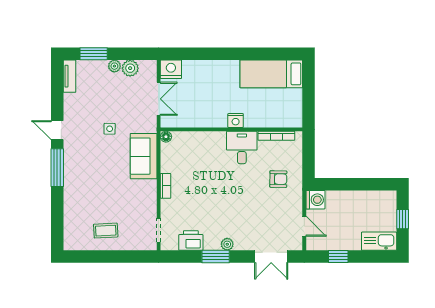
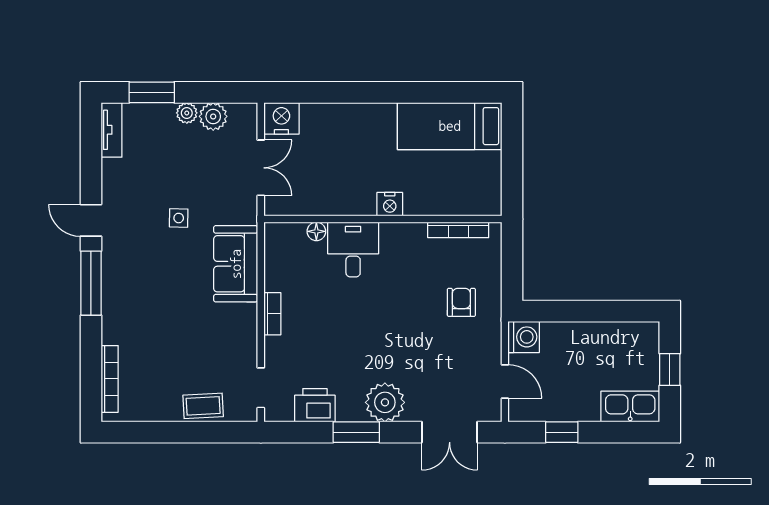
floor lamp: (166, 137) -> (316, 231), moved
desk: (242, 148) -> (353, 249), moved
armchair: (278, 179) -> (461, 302), turned -91
bookcase: (68, 225) -> (110, 379), added
coffee table: (106, 231) -> (203, 406), moved
plant: (227, 244) -> (385, 402), width x1.88, depth x1.88

